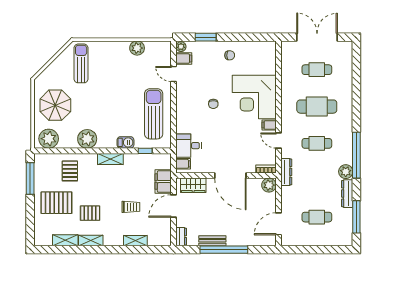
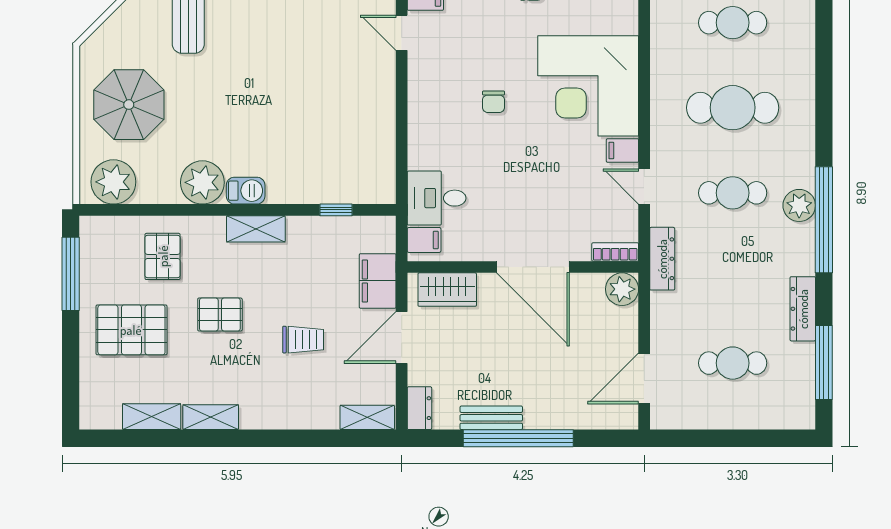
sun lounger: (154, 114) -> (356, 125), removed
barbecue: (125, 142) -> (246, 191), moved
plant: (346, 172) -> (799, 205), moved
pallet: (90, 213) -> (220, 314), moved
shelving: (135, 241) -> (367, 417), moved

